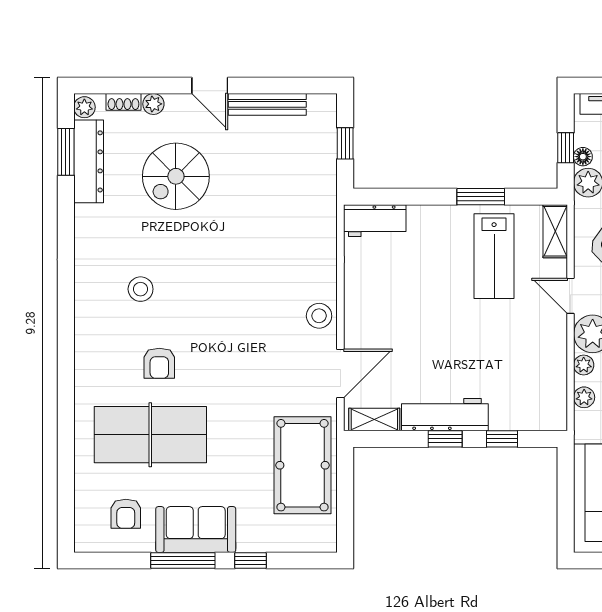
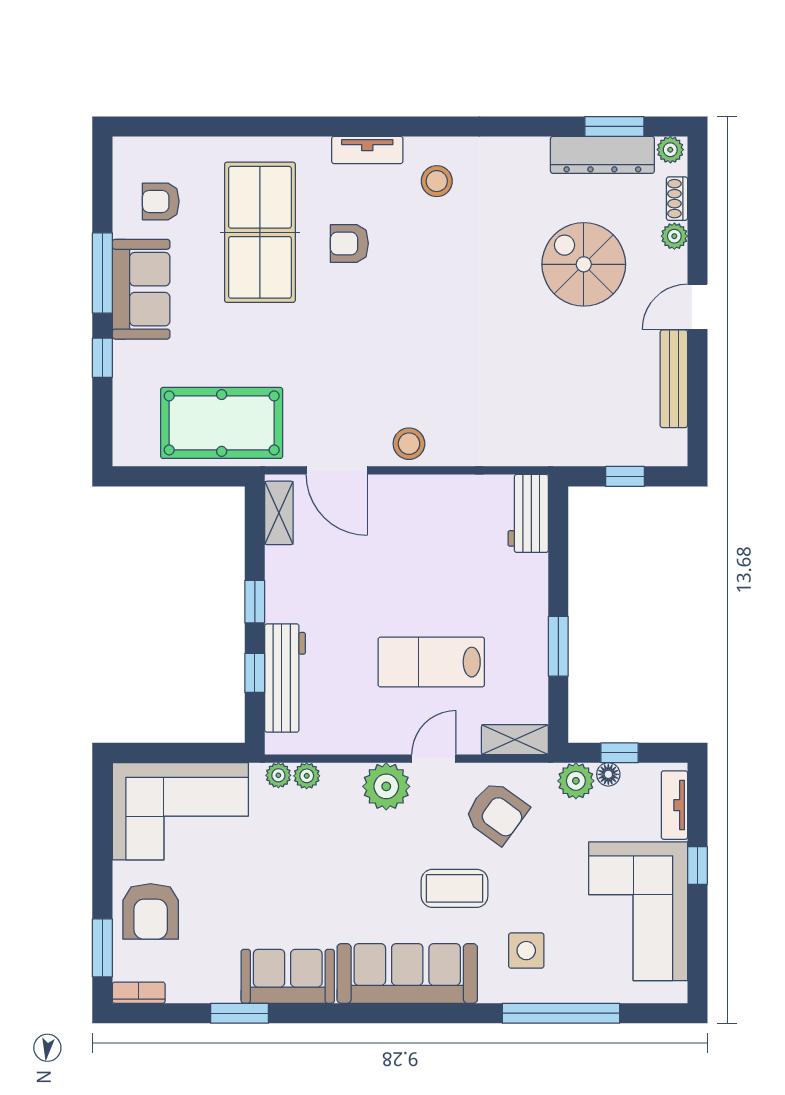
lab bench: (494, 256) -> (431, 662), moved
stool: (141, 289) -> (437, 181), moved
tv unit: (85, 349) -> (367, 150), added
plant: (584, 365) -> (278, 775), moved
workbench: (445, 415) -> (285, 678), moved

